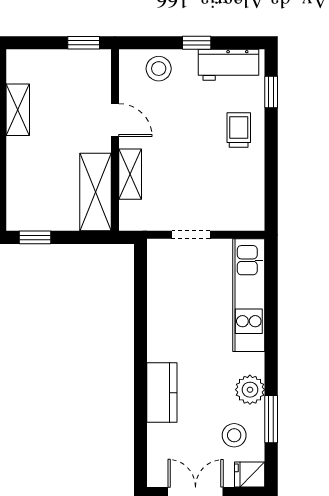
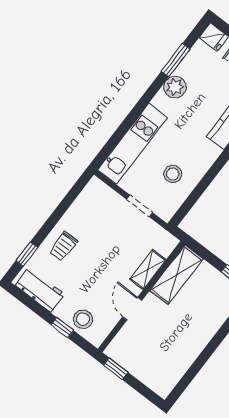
window: (197, 43) -> (62, 328), moved
shelving: (18, 110) -> (185, 359), removed
stool: (234, 435) -> (173, 174), moved

